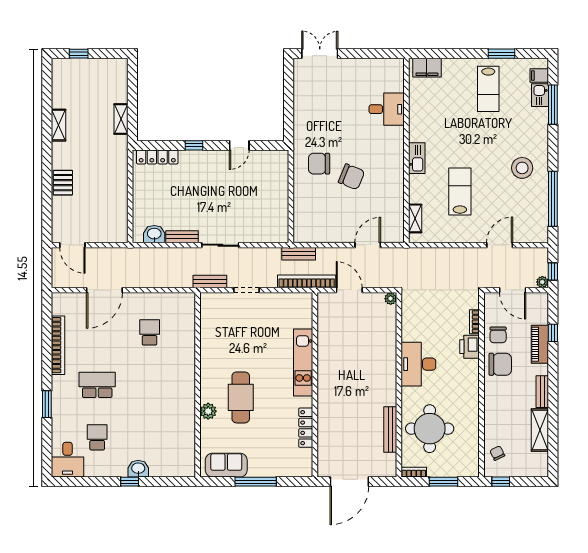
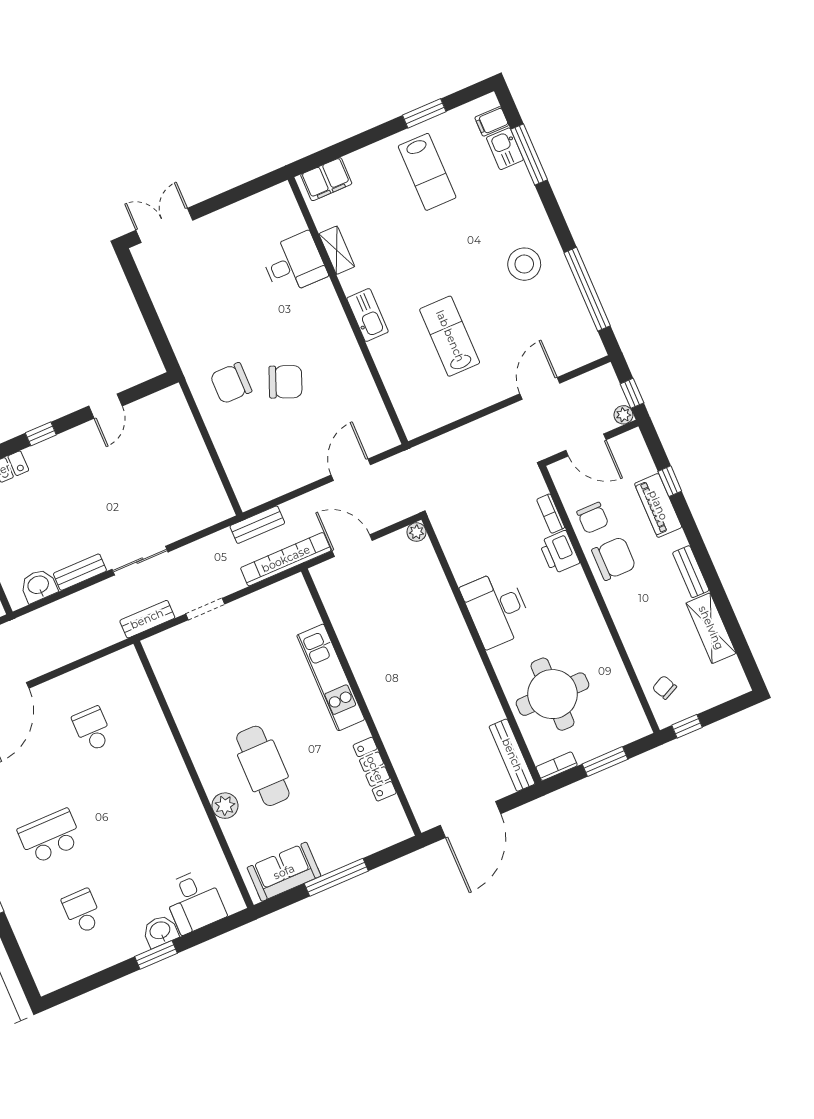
shelving: (415, 218) -> (337, 250), moved
bench: (390, 430) -> (512, 755), moved
desk: (68, 460) -> (194, 901), moved
window: (130, 482) -> (156, 955), width x1.50

